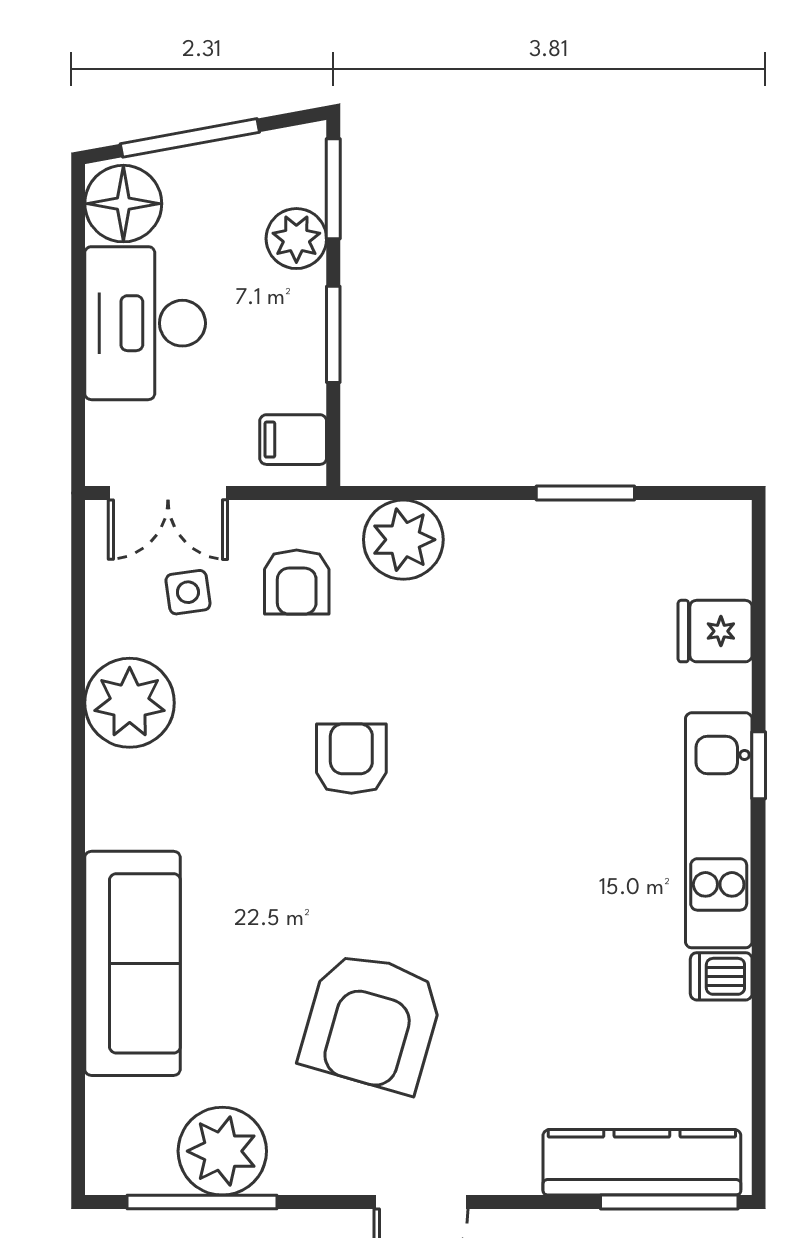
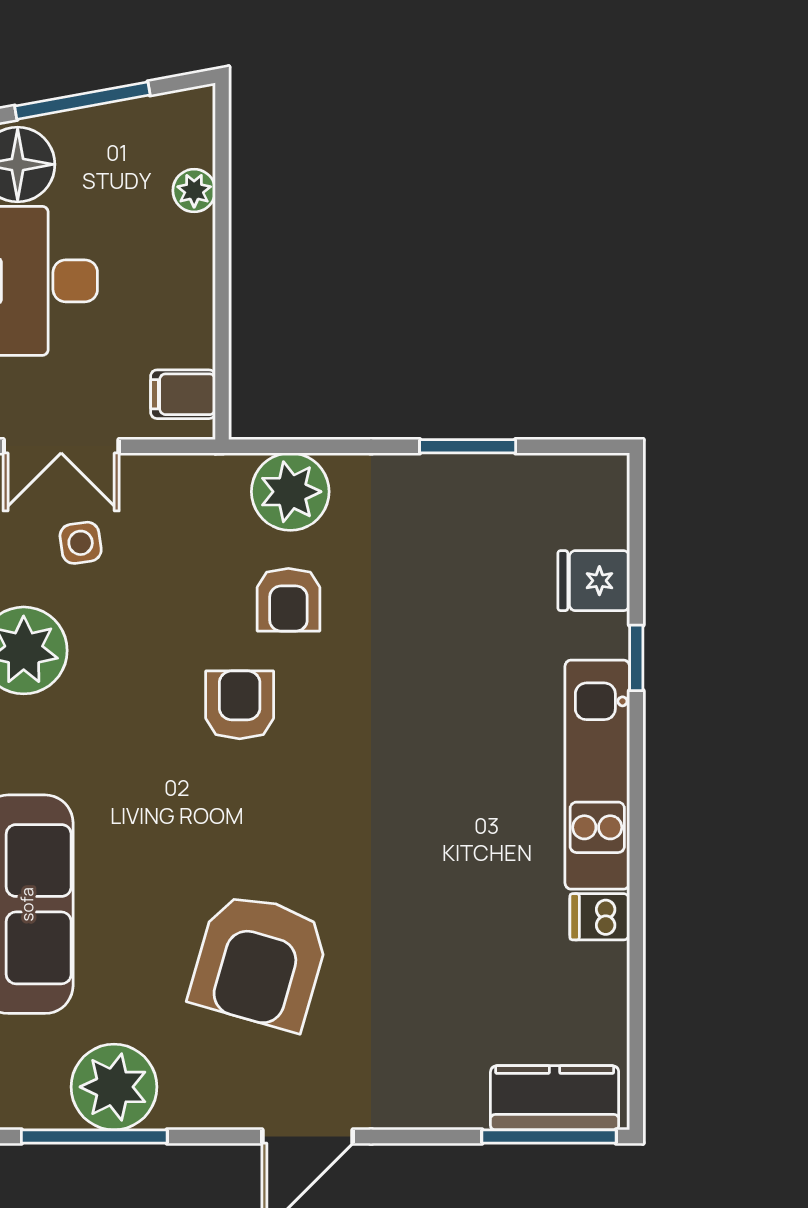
window: (333, 189) -> (222, 150), removed
plant: (296, 239) -> (194, 191), width x0.73, depth x0.73
window: (333, 334) -> (222, 292), removed
armchair: (297, 582) -> (288, 600), moved
window: (759, 765) -> (636, 658), moved
kitchen counter: (642, 1162) -> (555, 1098), width x0.67

